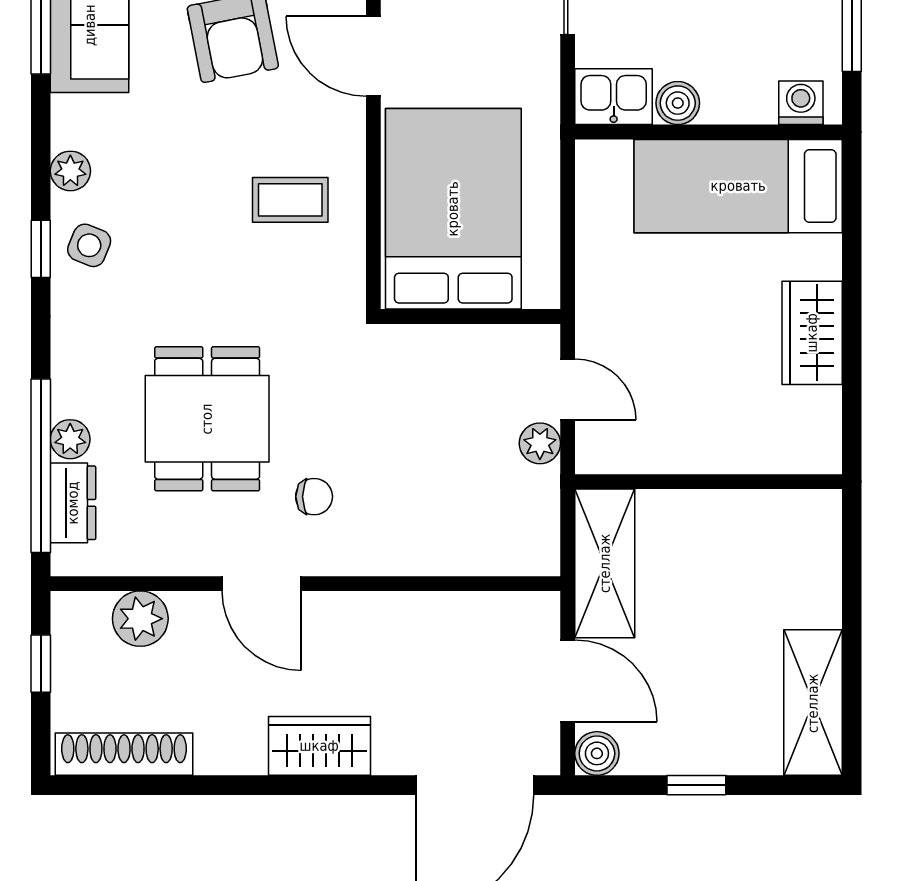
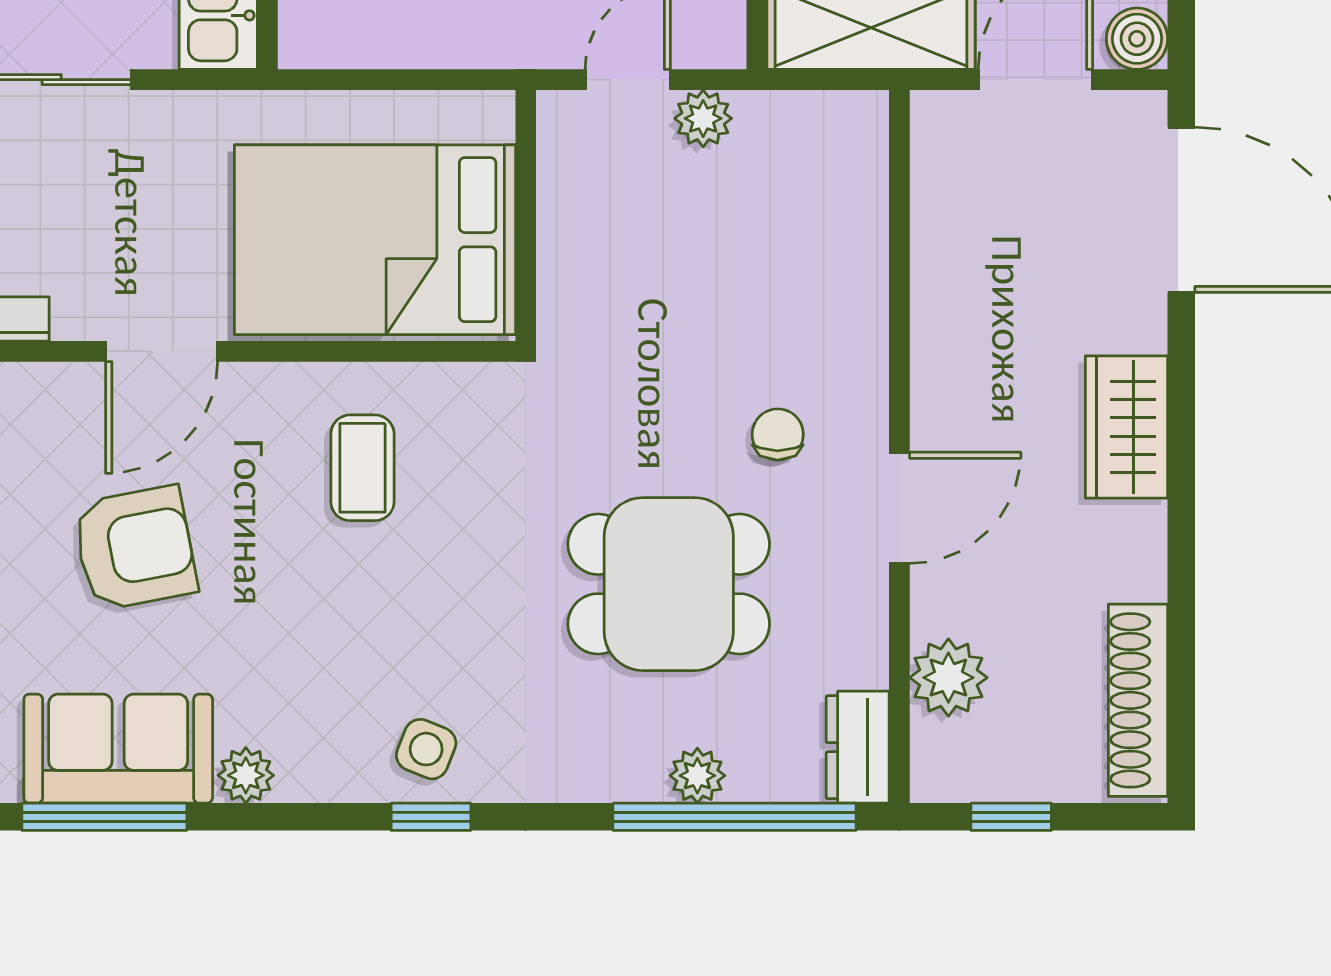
plant: (70, 171) -> (246, 775), moved
dresser: (73, 503) -> (858, 747), moved, turned -90

